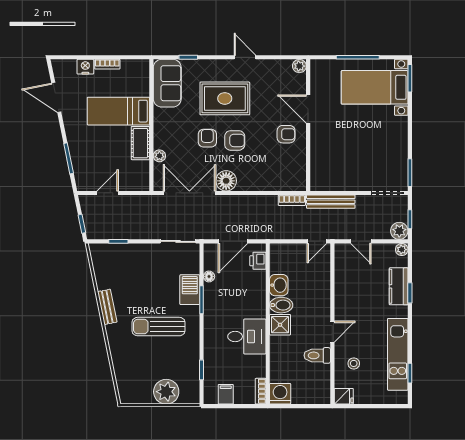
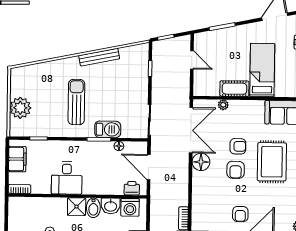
bench: (107, 307) -> (99, 57), width x1.36
filing cabinet: (226, 394) -> (17, 159), width x2.00
washing machine: (280, 394) -> (130, 207), moved, turned 90

